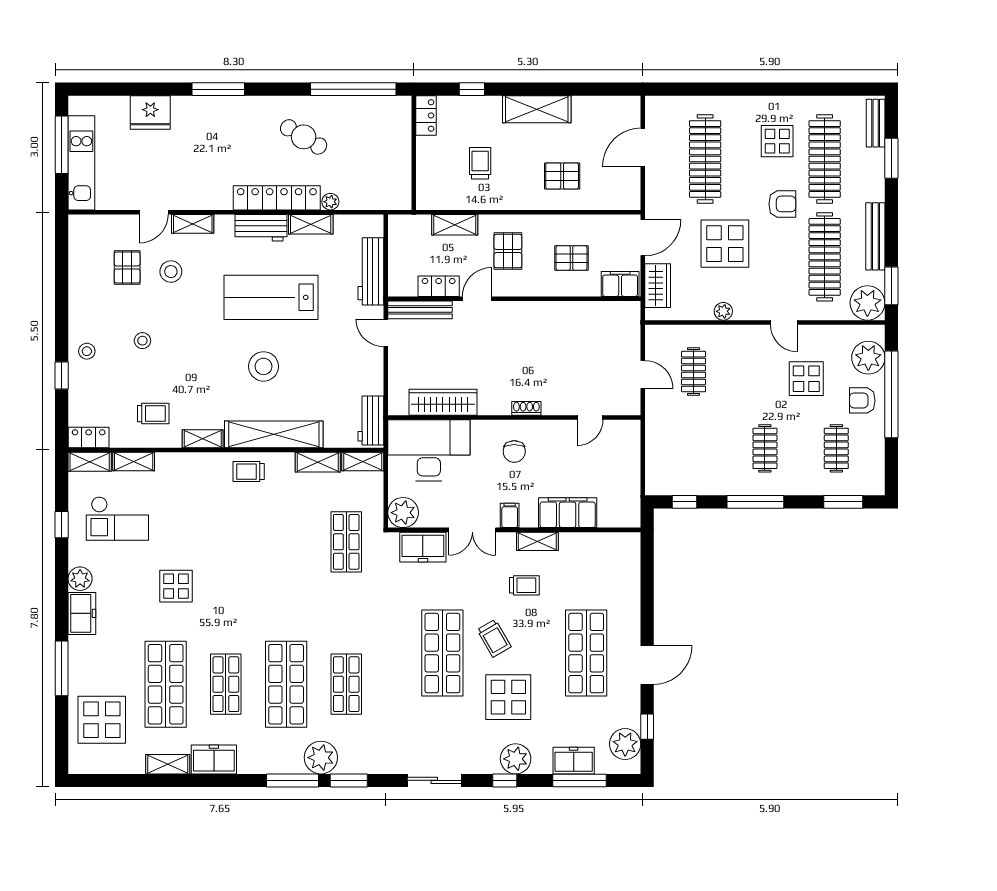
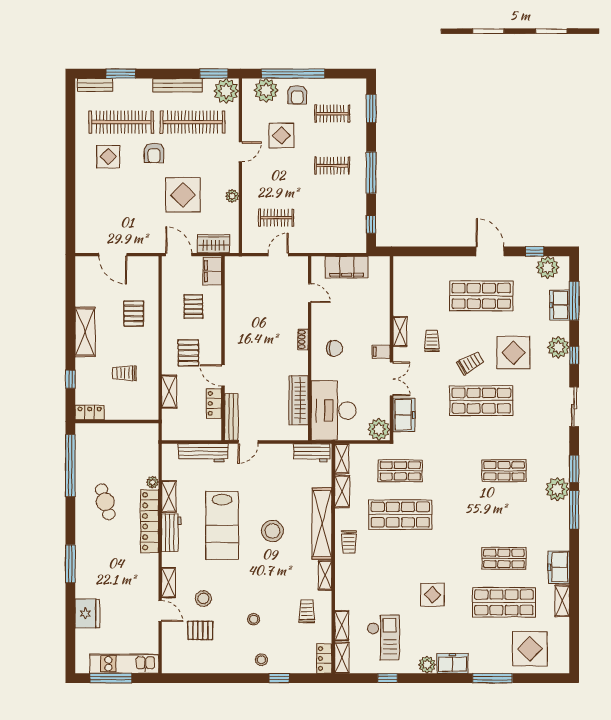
cafe table: (304, 137) -> (105, 502), turned -48
clothes rail: (705, 159) -> (121, 209), removed
armchair: (782, 204) -> (154, 153), turned 180
pallet: (508, 251) -> (188, 353), turned 90
filing cabinet: (568, 513) -> (347, 267), moved, turned -90
shop shelf: (286, 684) -> (400, 515), moved

